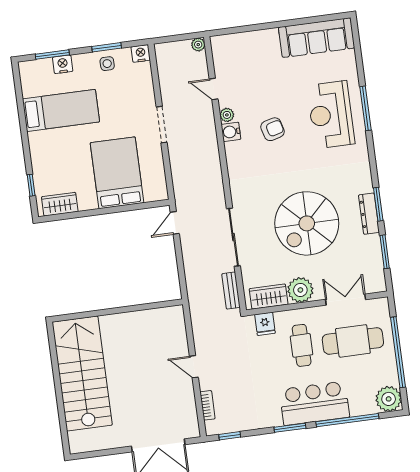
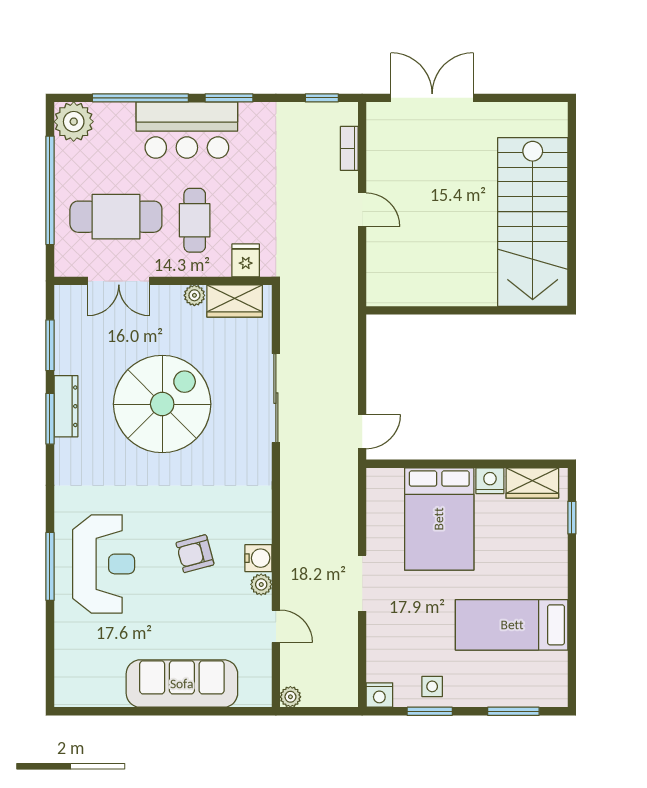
sofa: (317, 38) -> (182, 684), moved
nightstand: (63, 64) -> (490, 481), moved, turned 180
plant: (300, 290) -> (194, 295), width x0.53, depth x0.53
bench: (231, 291) -> (291, 318), removed

